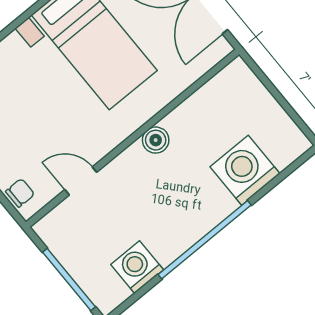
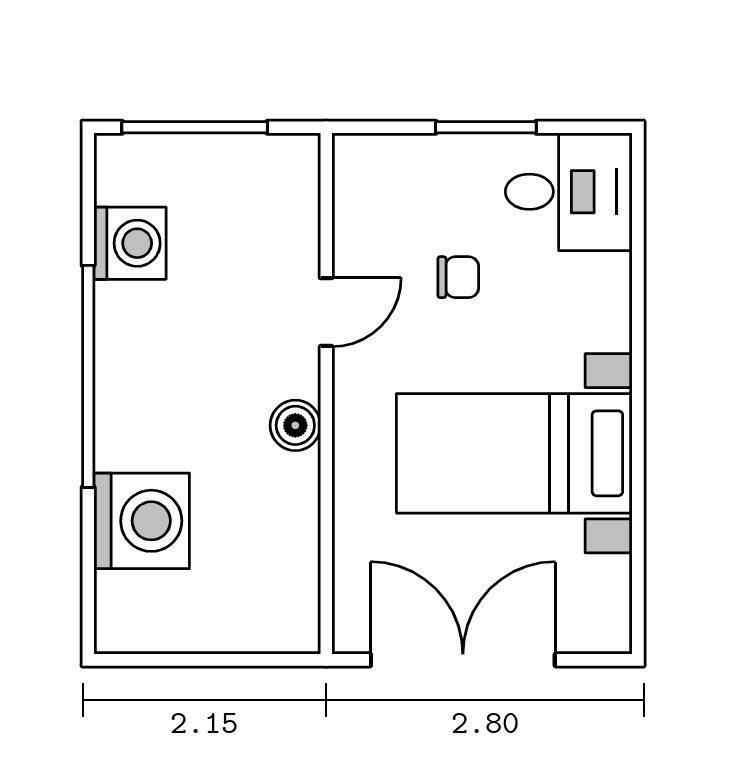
door: (81, 181) -> (326, 312), moved
chair: (20, 193) -> (458, 277), moved, turned -90

